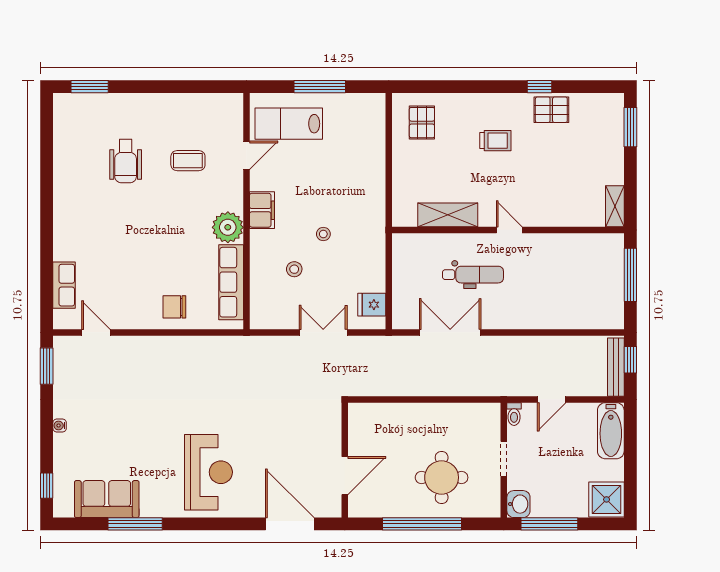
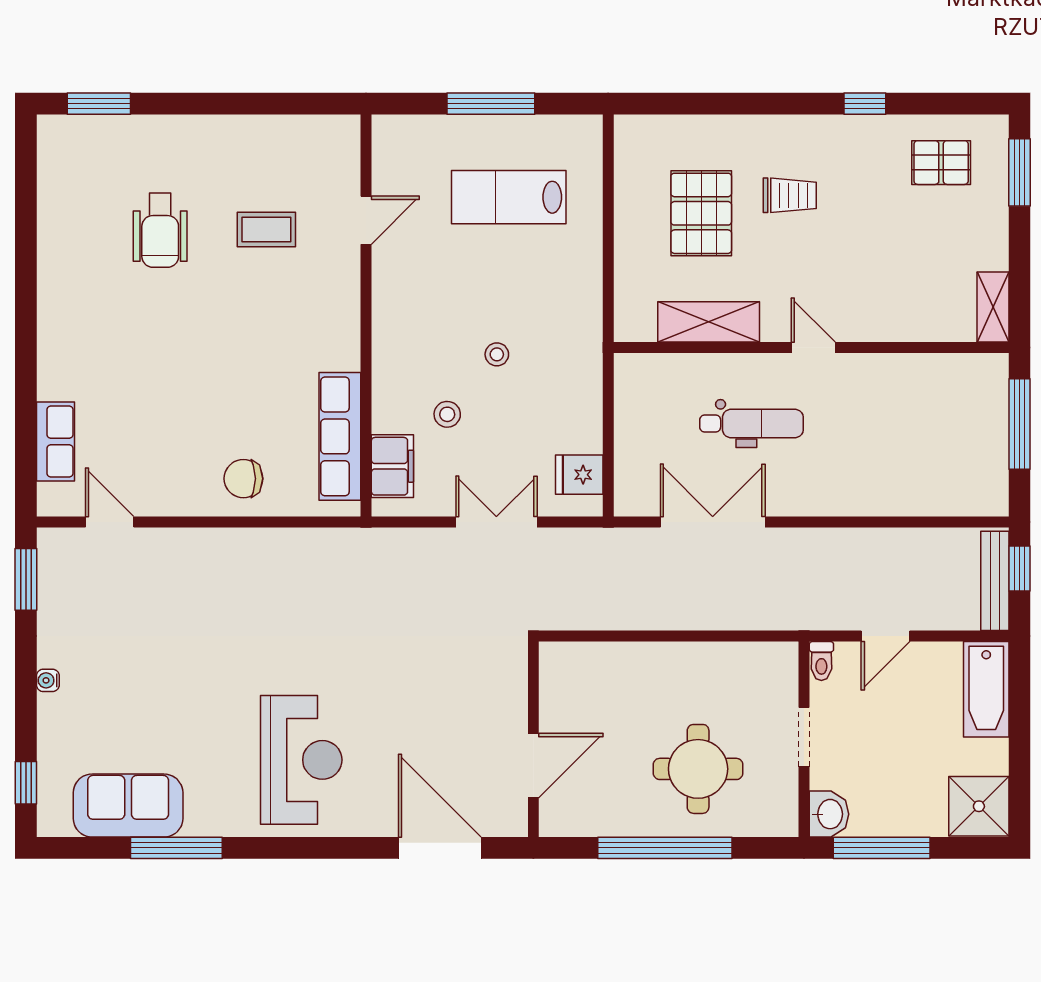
pallet: (551, 110) -> (941, 163), moved
pallet: (422, 123) -> (701, 213), moved, width x1.50, depth x1.42
lab bench: (289, 124) -> (509, 197), moved
filing cabinet: (262, 210) -> (392, 466), moved
plant: (228, 227) -> (334, 343), removed

